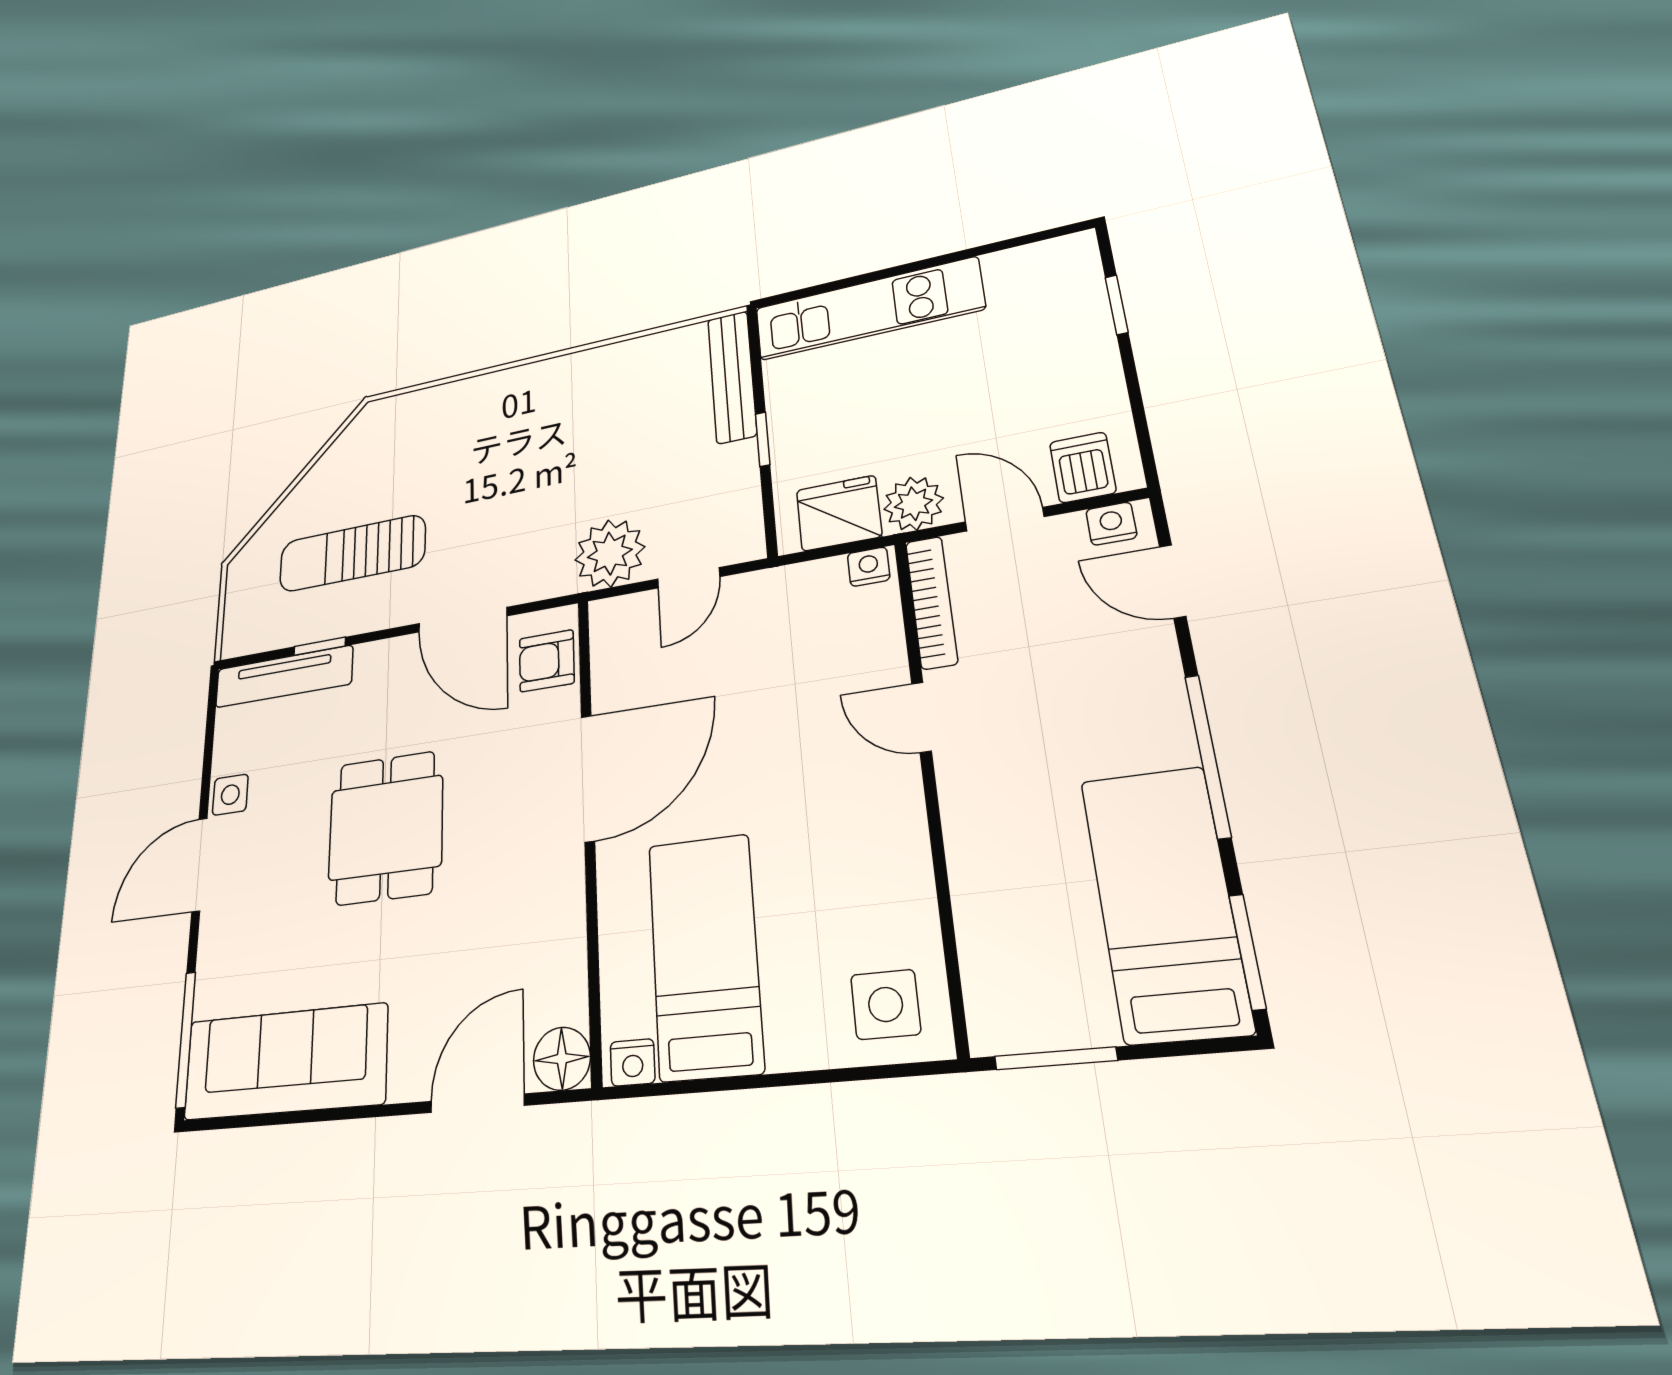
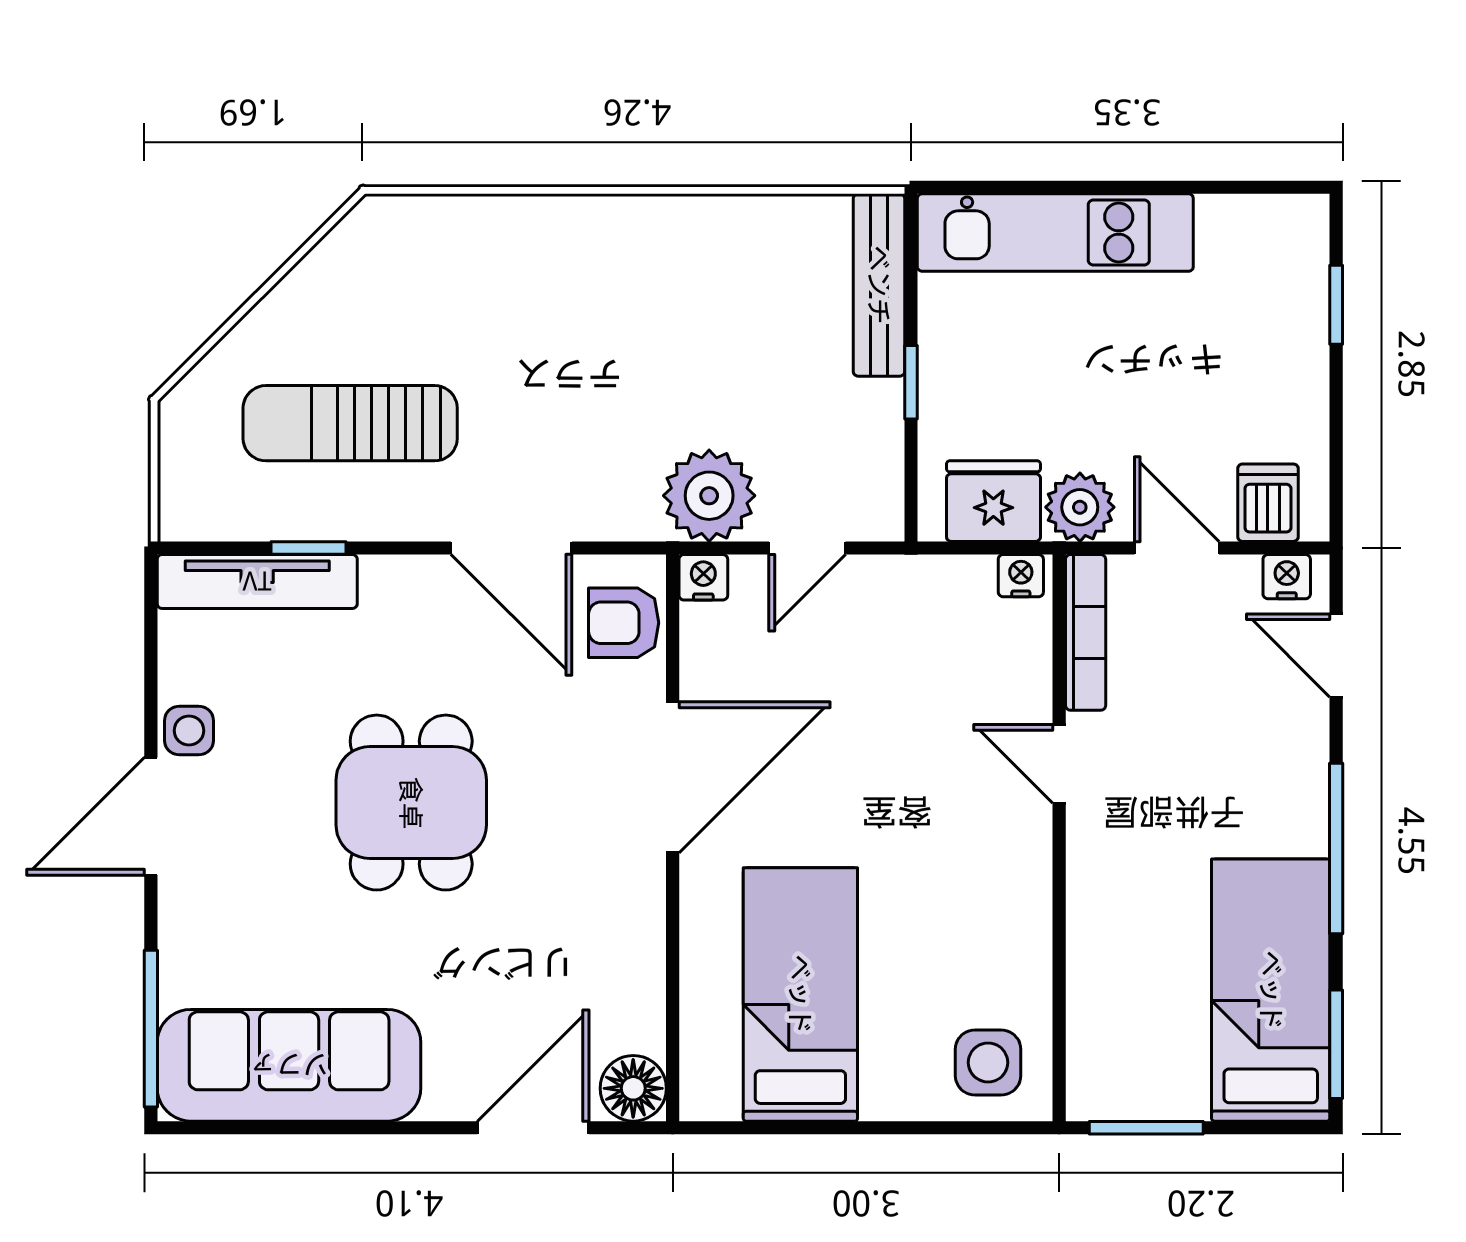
nightstand: (633, 1062) -> (703, 577), moved, turned 180

